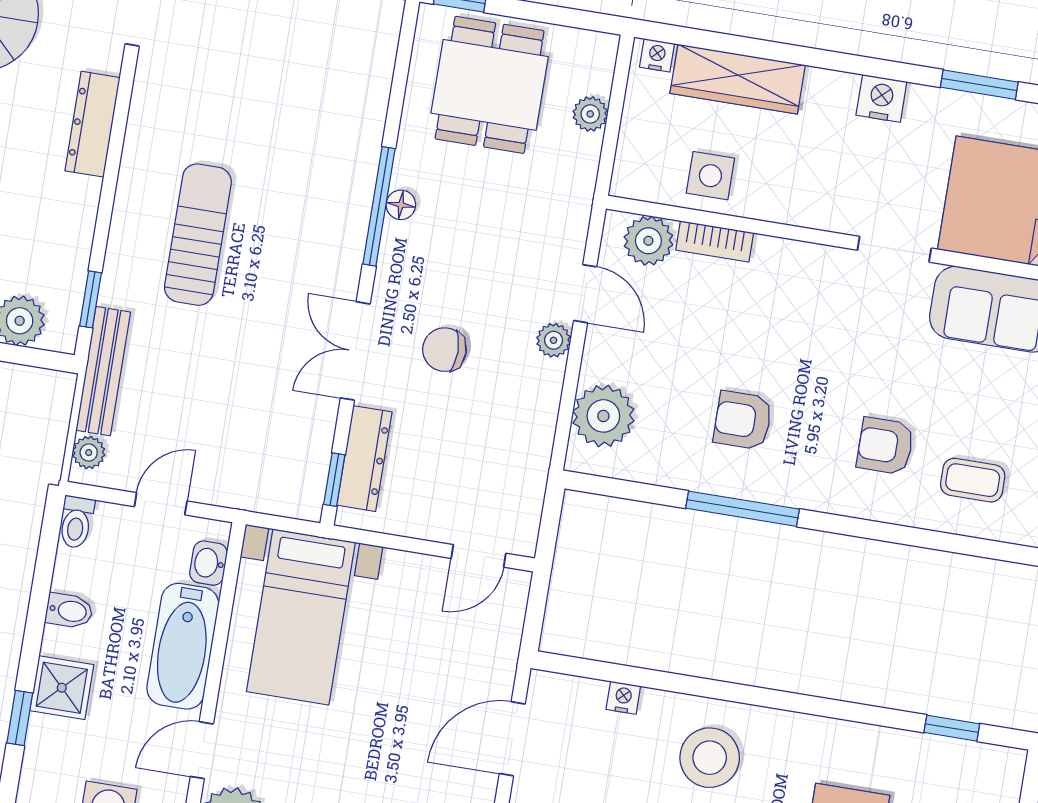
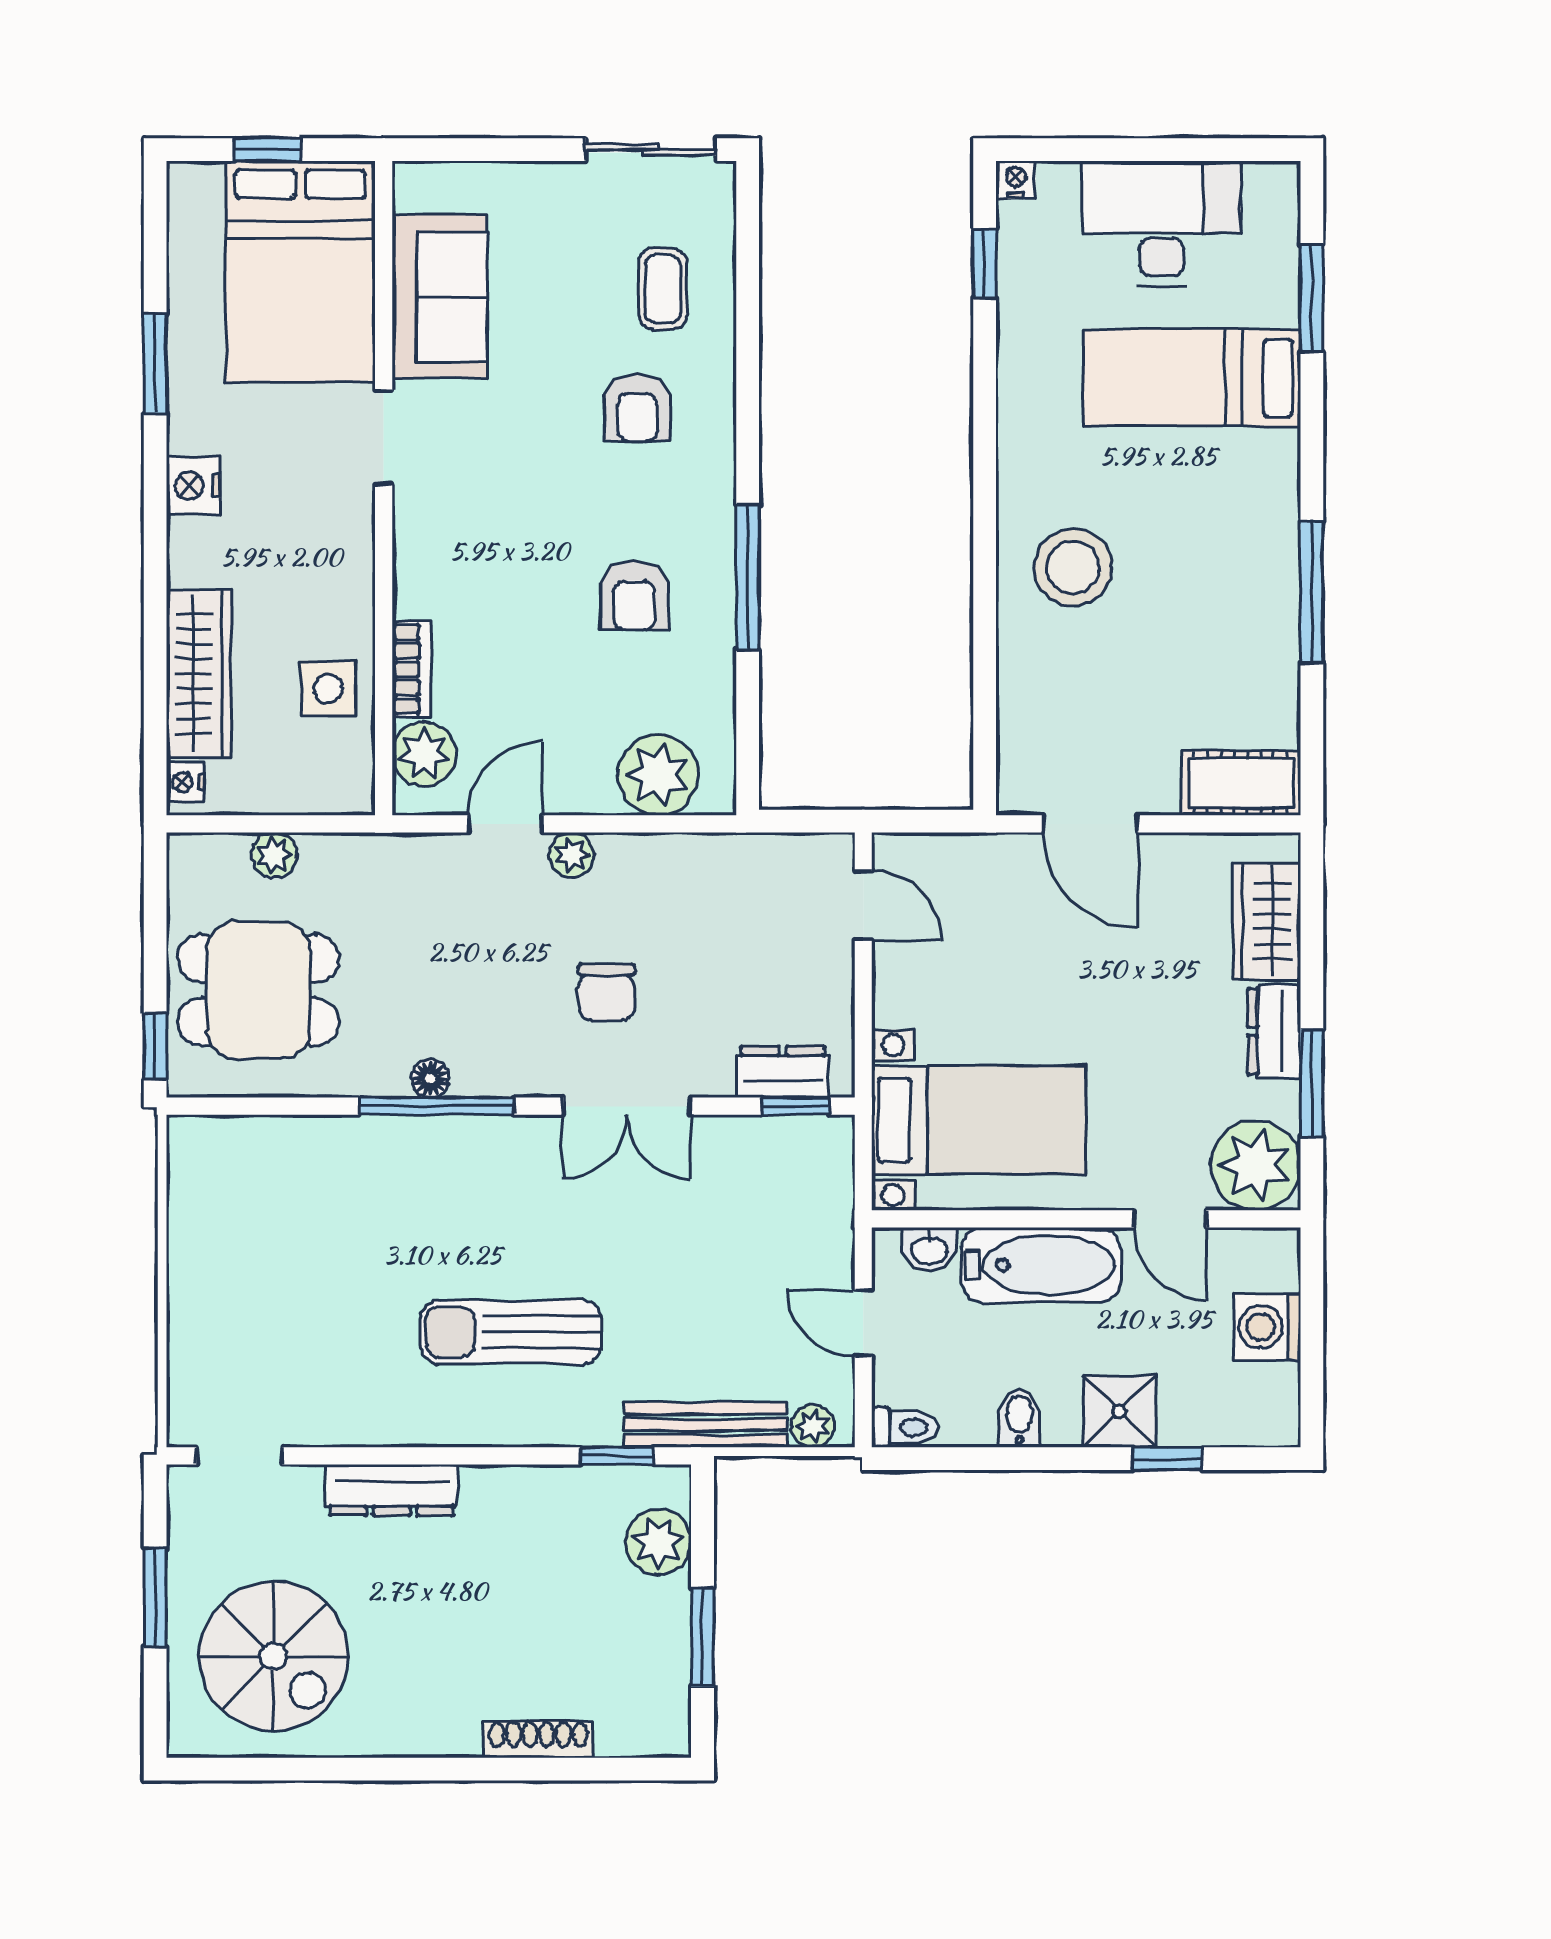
dresser: (364, 459) -> (783, 1072), width x0.70
nightstand: (623, 698) -> (1016, 180), moved, turned 90

